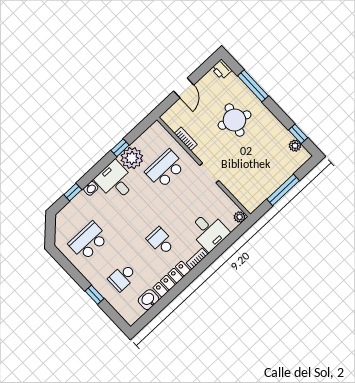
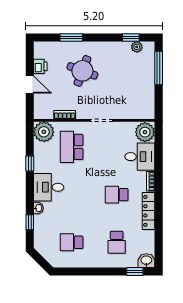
printer: (222, 69) -> (40, 66), moved, turned -90
window: (253, 86) -> (71, 38), width x0.69
plant: (132, 158) -> (44, 132), moved
window: (283, 190) -> (159, 68), moved
plant: (240, 217) -> (145, 132), width x1.87, depth x1.87
school desk: (88, 241) -> (72, 242), width x0.54
window: (94, 295) -> (135, 271), moved
washbasin: (149, 300) -> (146, 261), moved, turned 90

